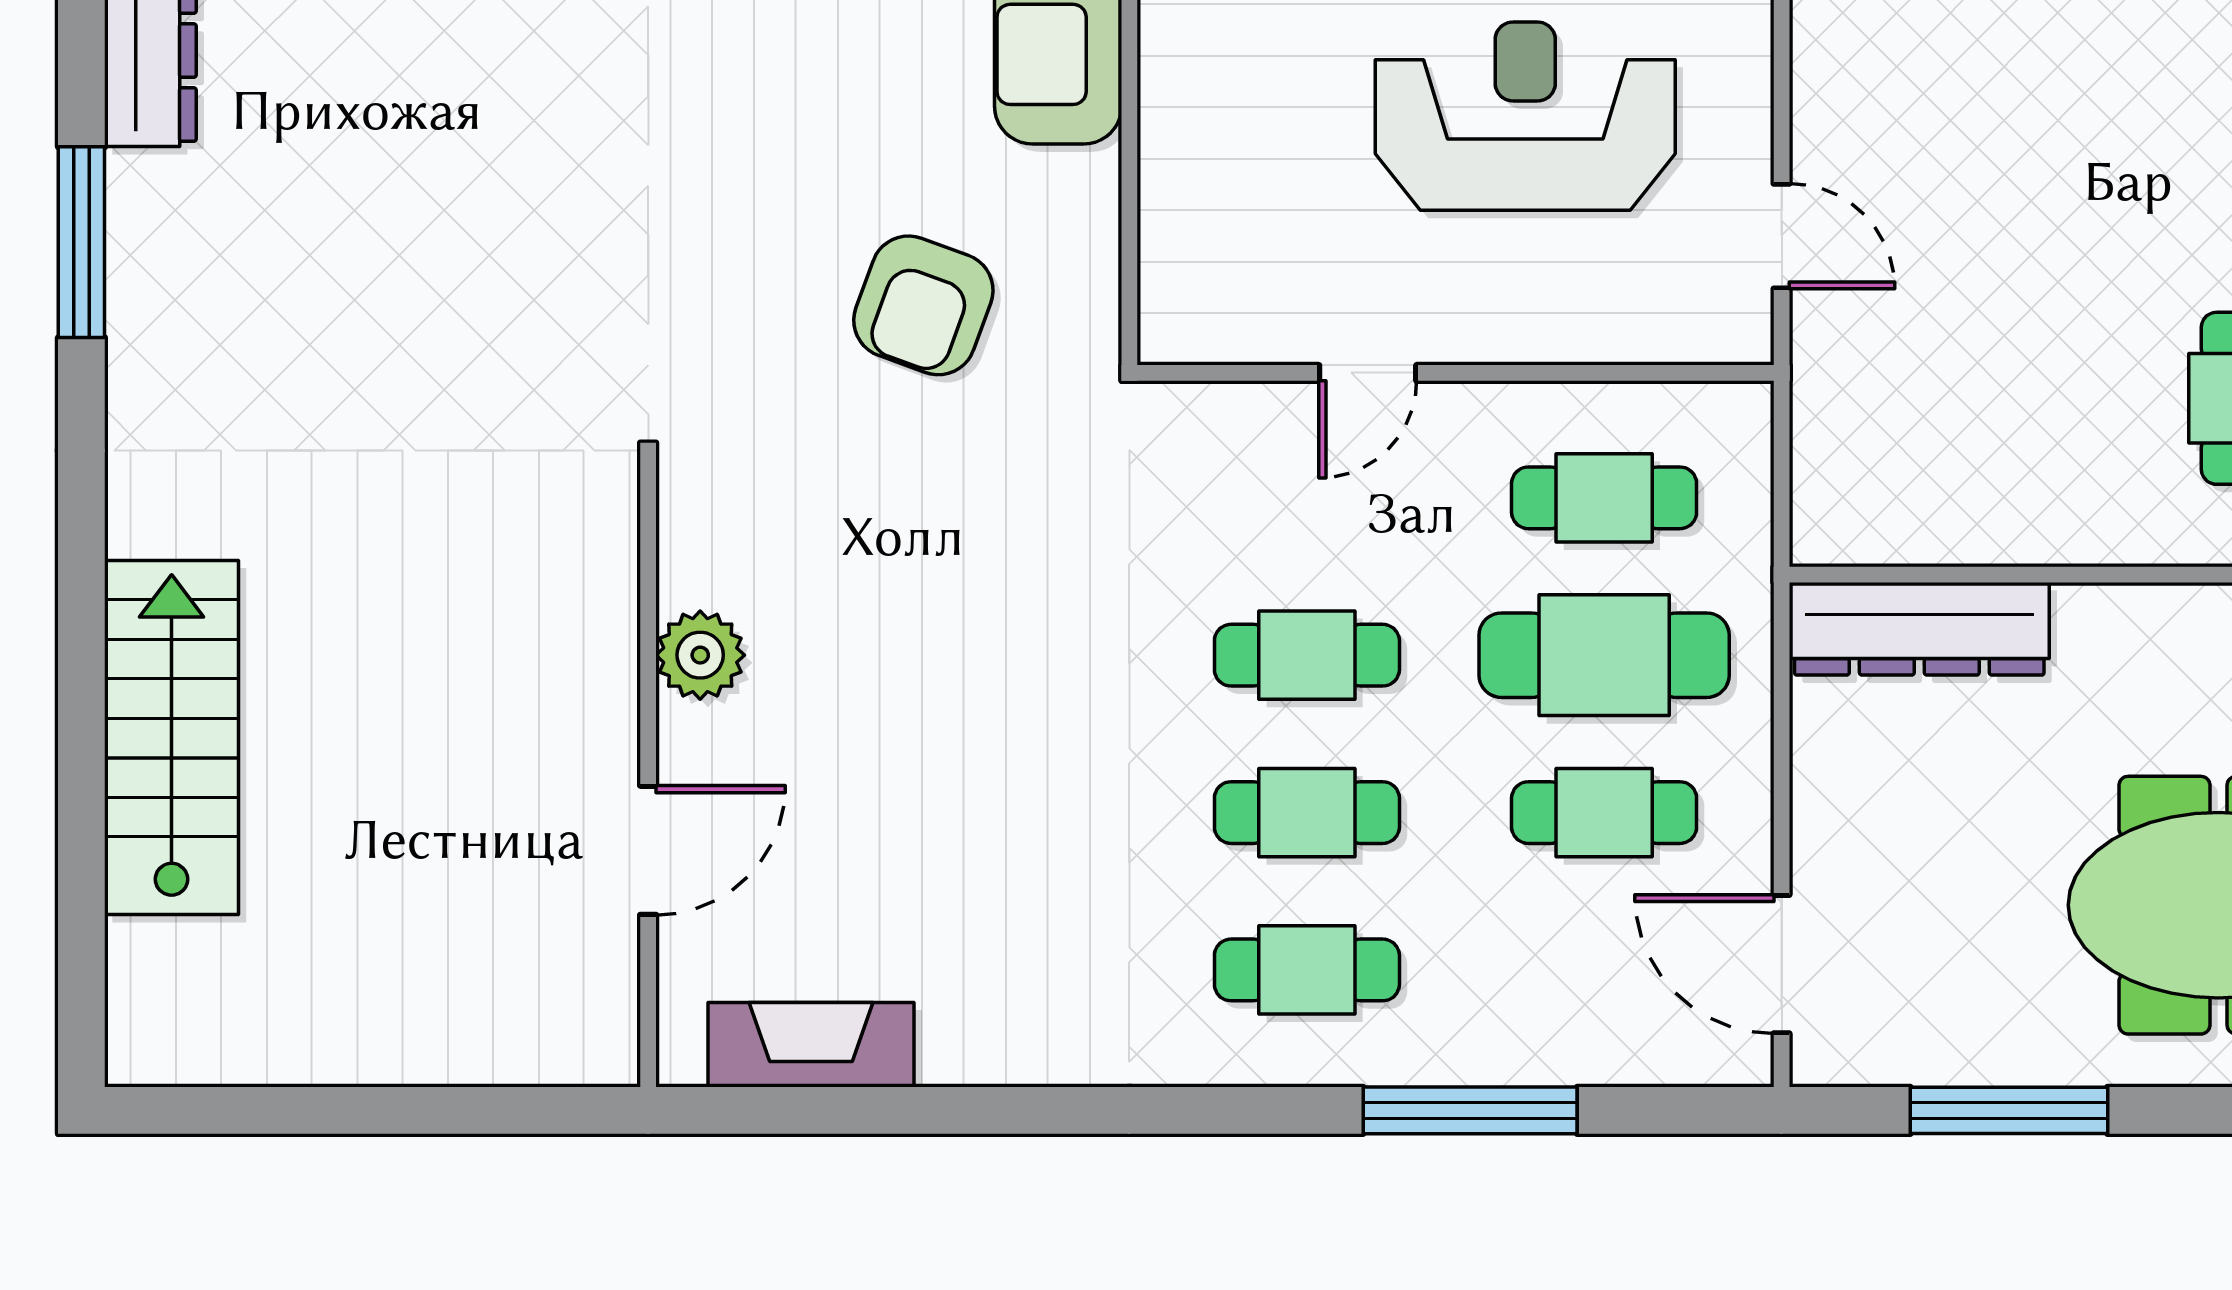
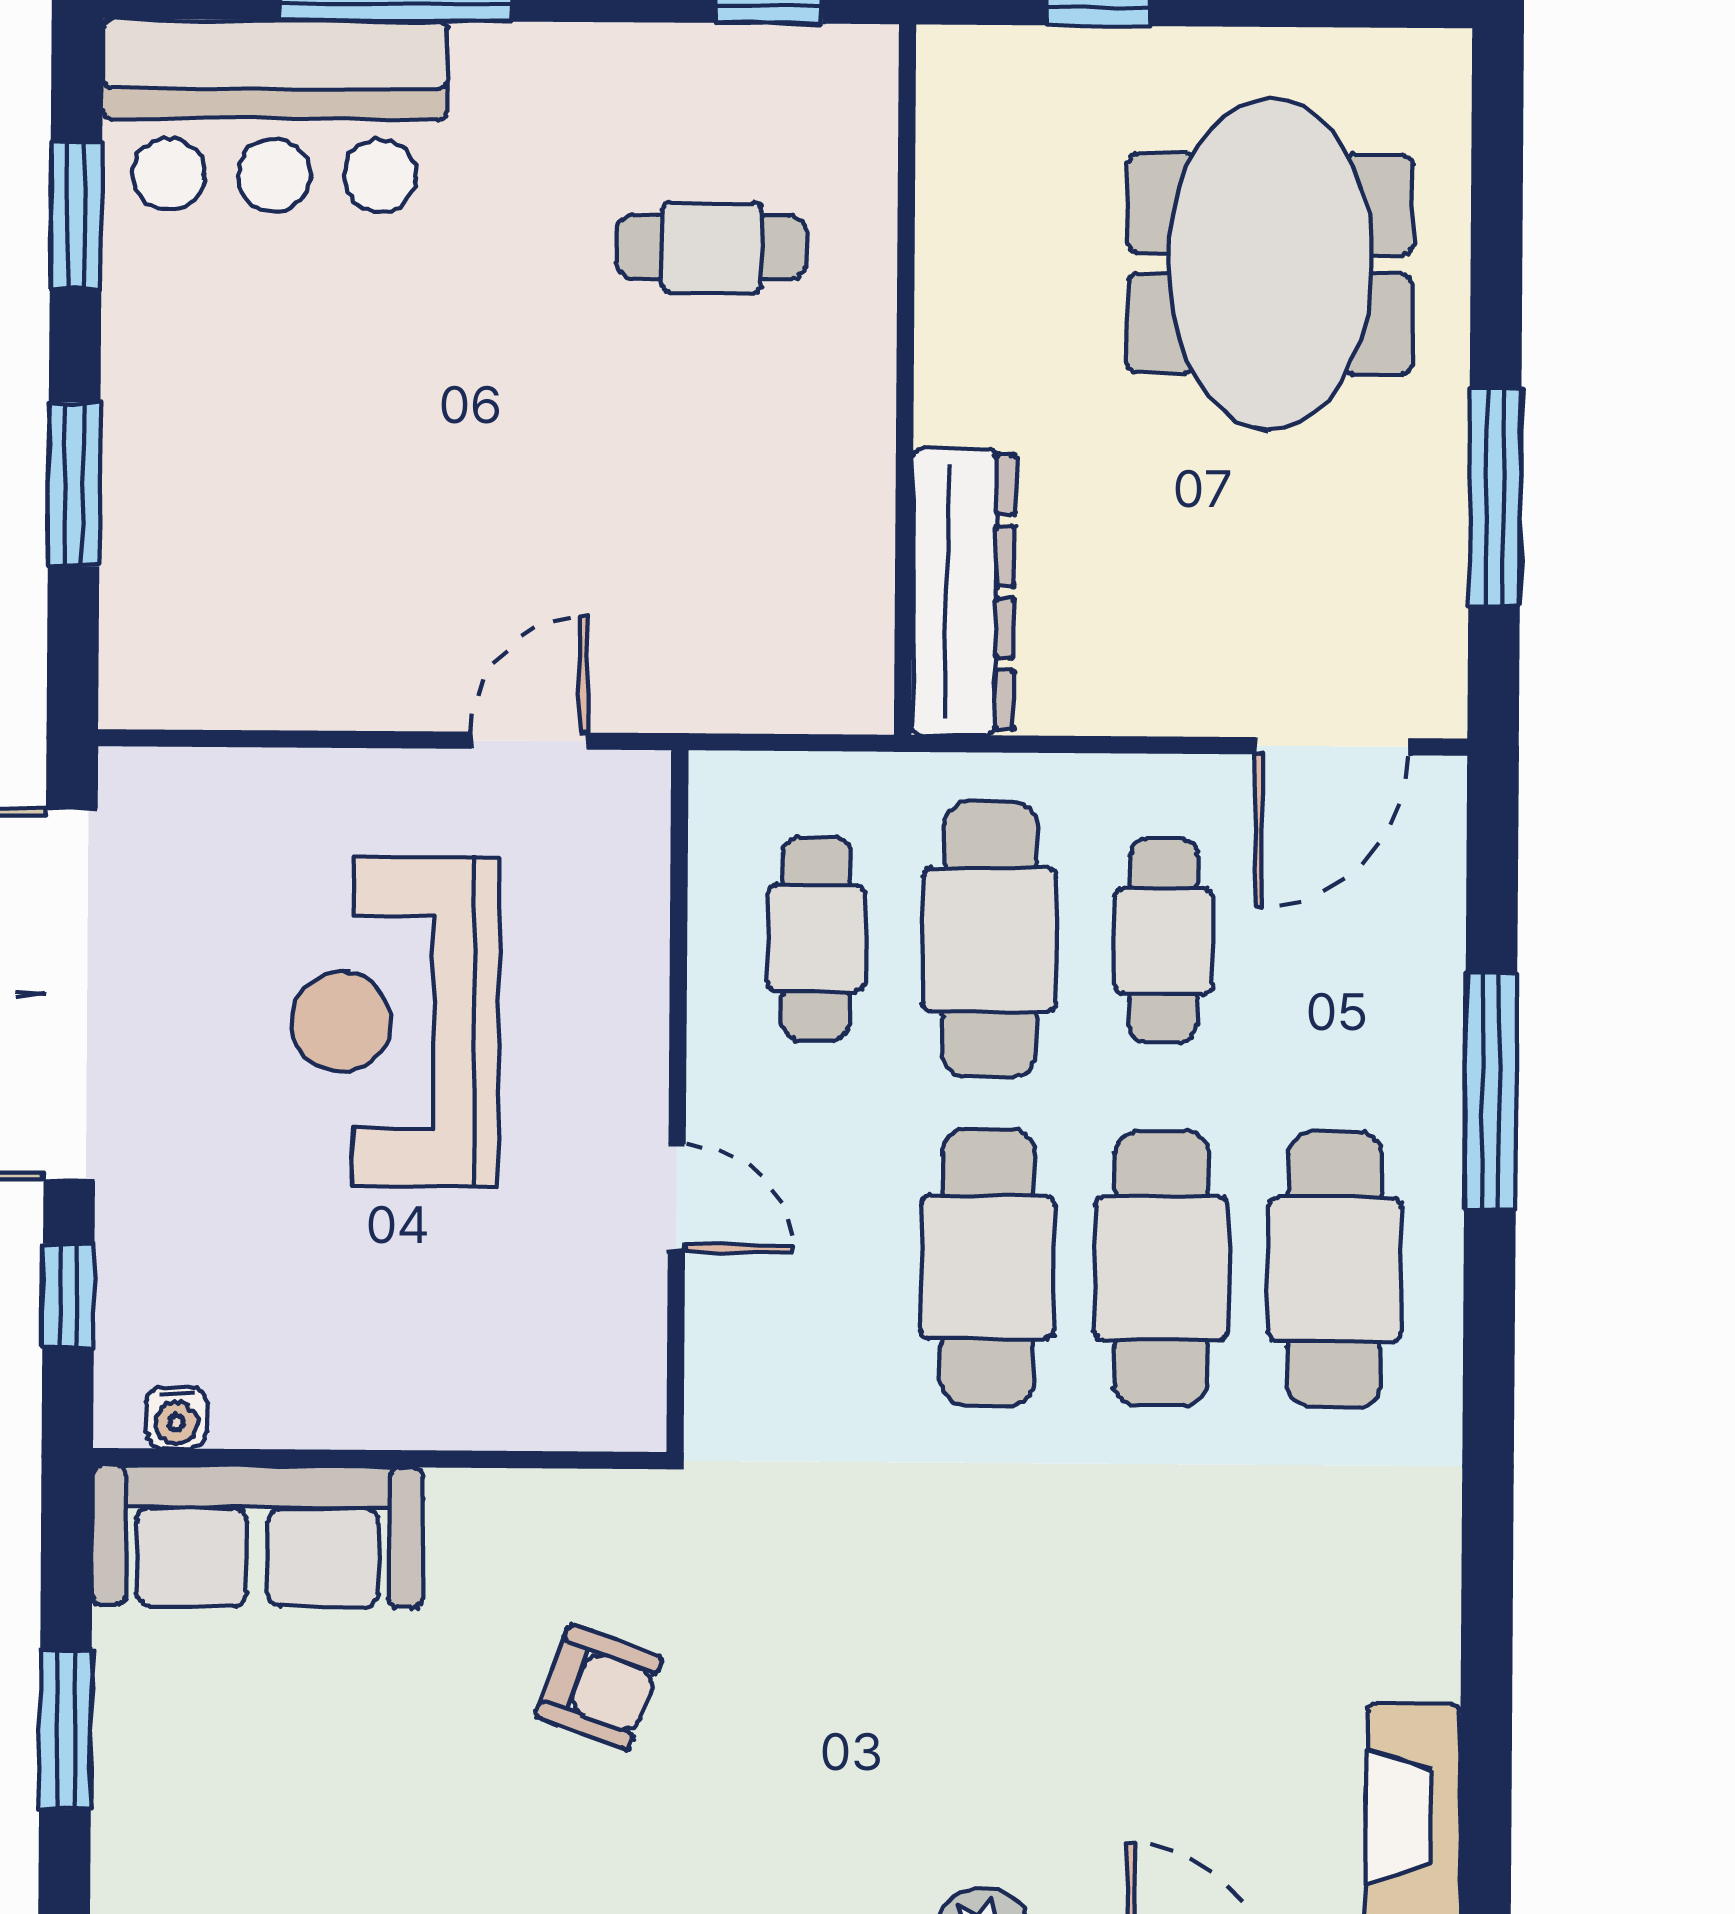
armchair: (923, 305) -> (599, 1687), width x0.72, depth x0.72
cafe table: (1307, 655) -> (988, 1267), width x1.37, depth x1.35
cafe table: (1307, 813) -> (1161, 1268), width x1.37, depth x1.35
cafe table: (1307, 970) -> (1335, 1270), width x1.37, depth x1.35

